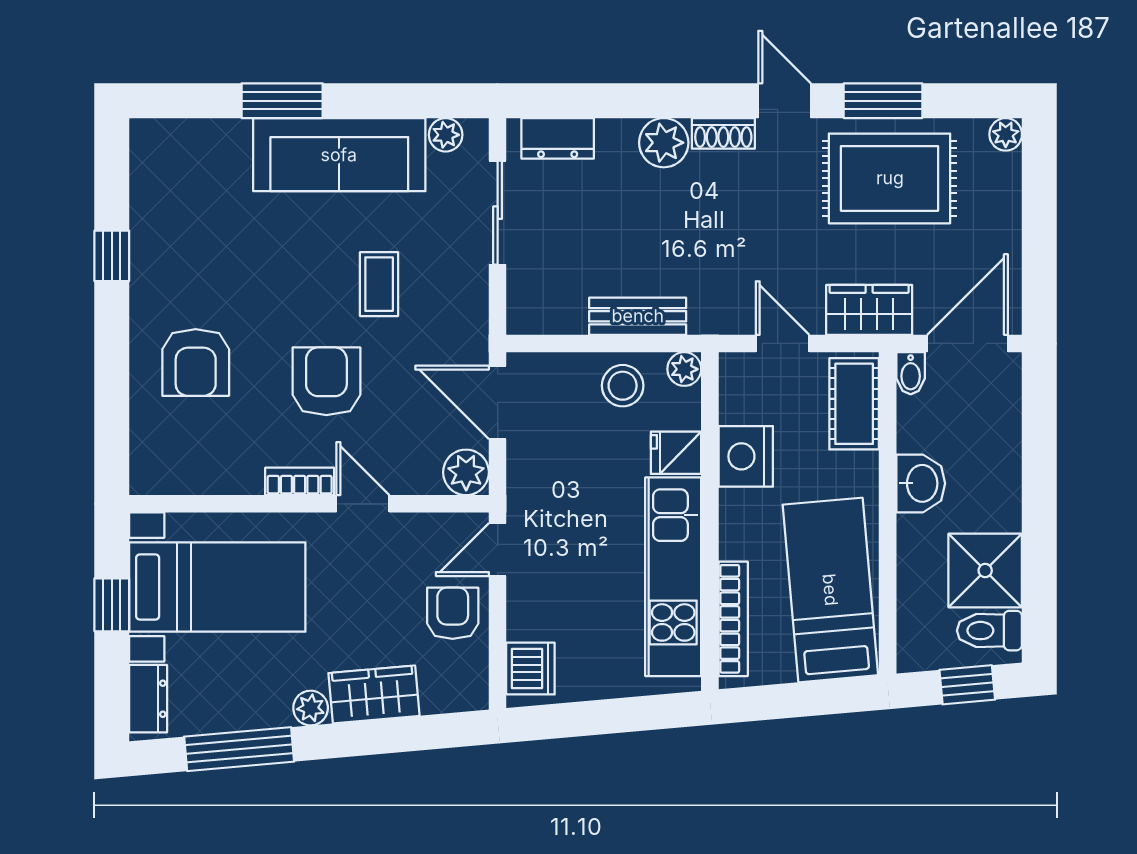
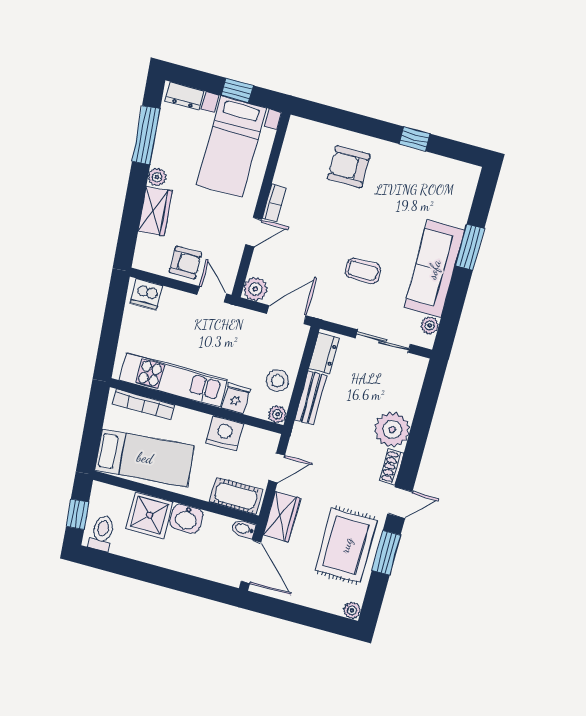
dresser: (558, 138) -> (324, 353), moved, turned 180
plant: (664, 143) -> (392, 430), width x1.36, depth x1.36
armchair: (326, 381) -> (321, 231), removed
shower: (985, 571) -> (149, 515), moved

